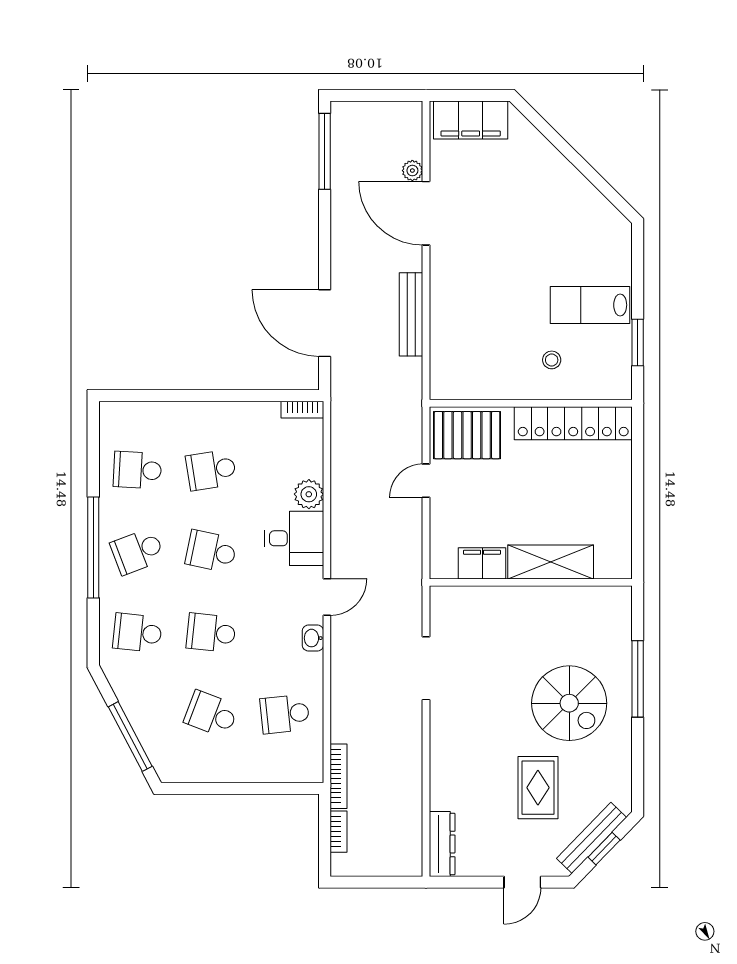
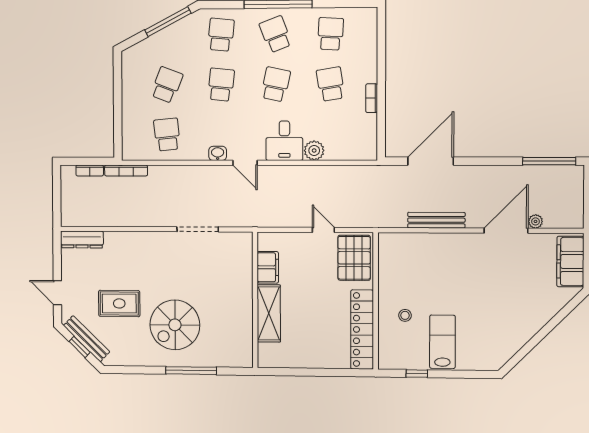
window: (638, 342) -> (417, 374), width x0.67
bookcase: (302, 410) -> (372, 98), moved
window: (130, 737) -> (168, 22), moved

